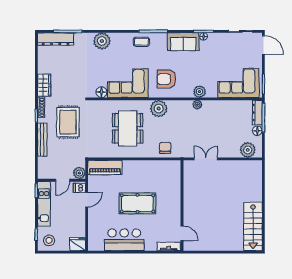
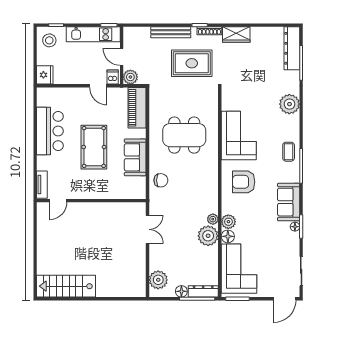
armchair: (166, 79) -> (244, 182), turned -90
floor lamp: (101, 92) -> (228, 236), moved
plant: (159, 109) -> (208, 236), moved
sofa: (146, 169) -> (135, 157), added

